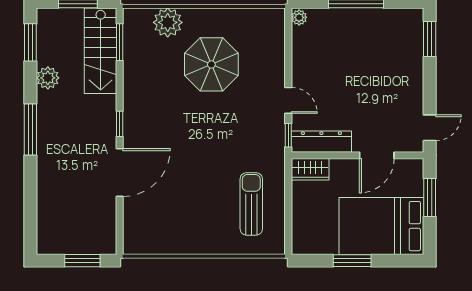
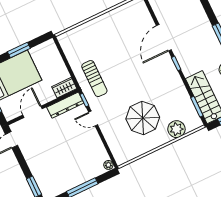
sun lounger: (251, 204) -> (94, 79), moved

